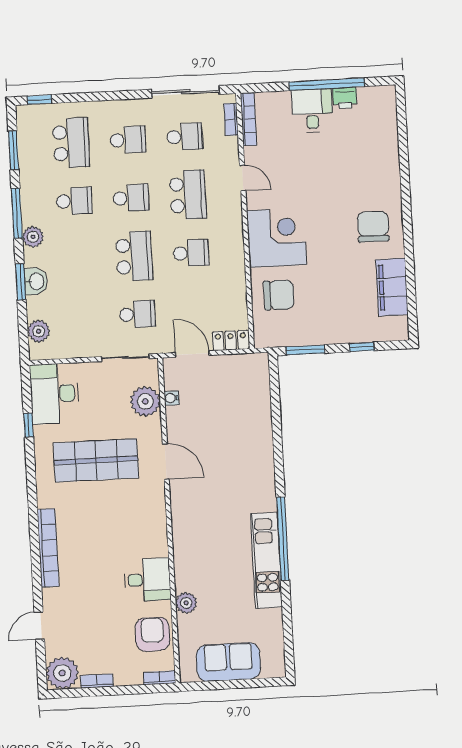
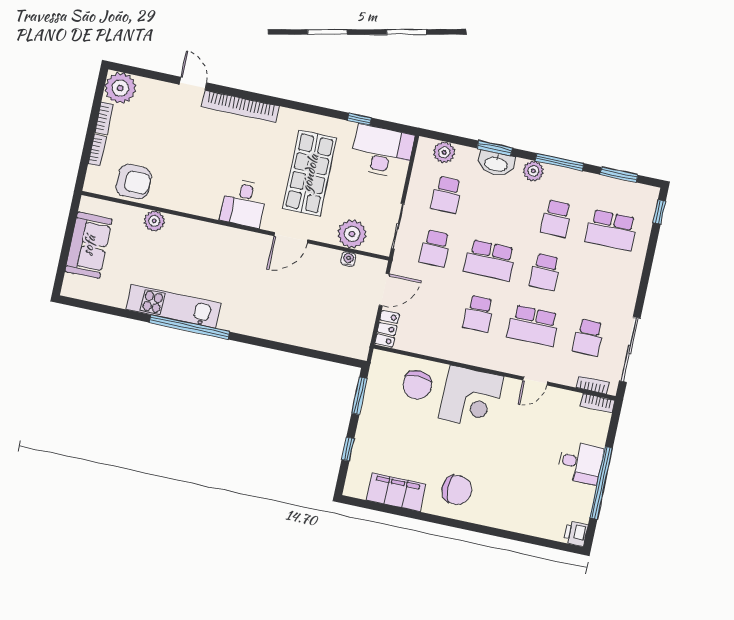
printer: (345, 98) -> (576, 534), moved
bookcase: (248, 119) -> (597, 403), width x0.64
school desk: (128, 140) -> (447, 195), moved
washbasin: (36, 281) -> (496, 164), width x1.38
desk: (147, 580) -> (244, 203), moved
door: (39, 626) -> (193, 83), moved
bookcase: (159, 678) -> (97, 150), moved

